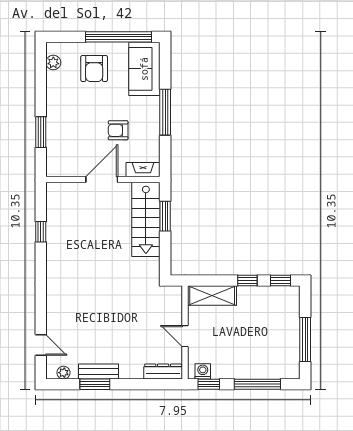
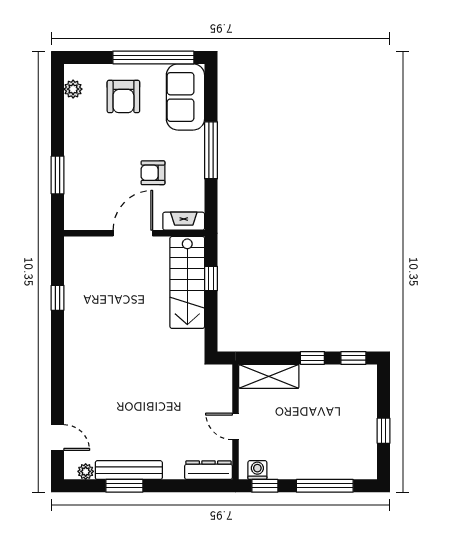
window: (165, 216) -> (211, 279), width x0.67
window: (305, 340) -> (384, 431), width x0.46
bench: (98, 371) -> (129, 470), width x1.36

